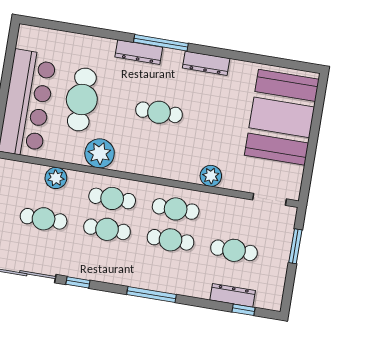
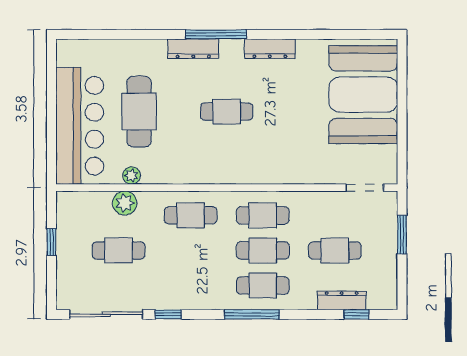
plant: (100, 153) -> (131, 176), moved, width x0.53, depth x0.53
plant: (211, 176) -> (296, 172), removed
cafe table: (107, 229) -> (263, 286), moved

